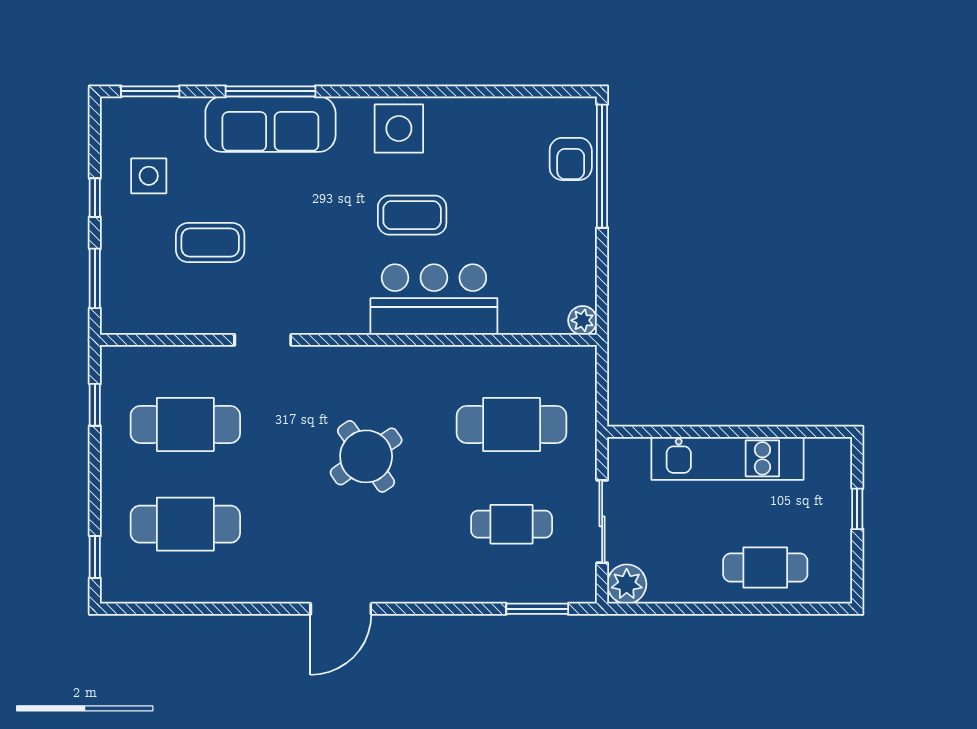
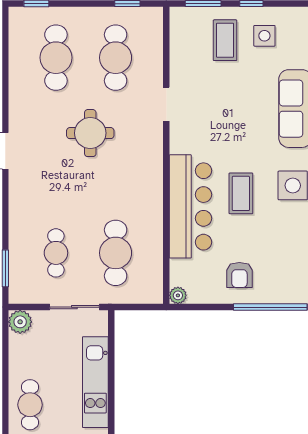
armchair: (571, 159) -> (239, 275), moved, turned -90
coffee table: (210, 243) -> (225, 40), moved
bar counter: (434, 299) -> (190, 206), width x1.36
round table: (366, 456) -> (90, 133), moved, turned 35
sliding door: (602, 521) -> (74, 307), moved

